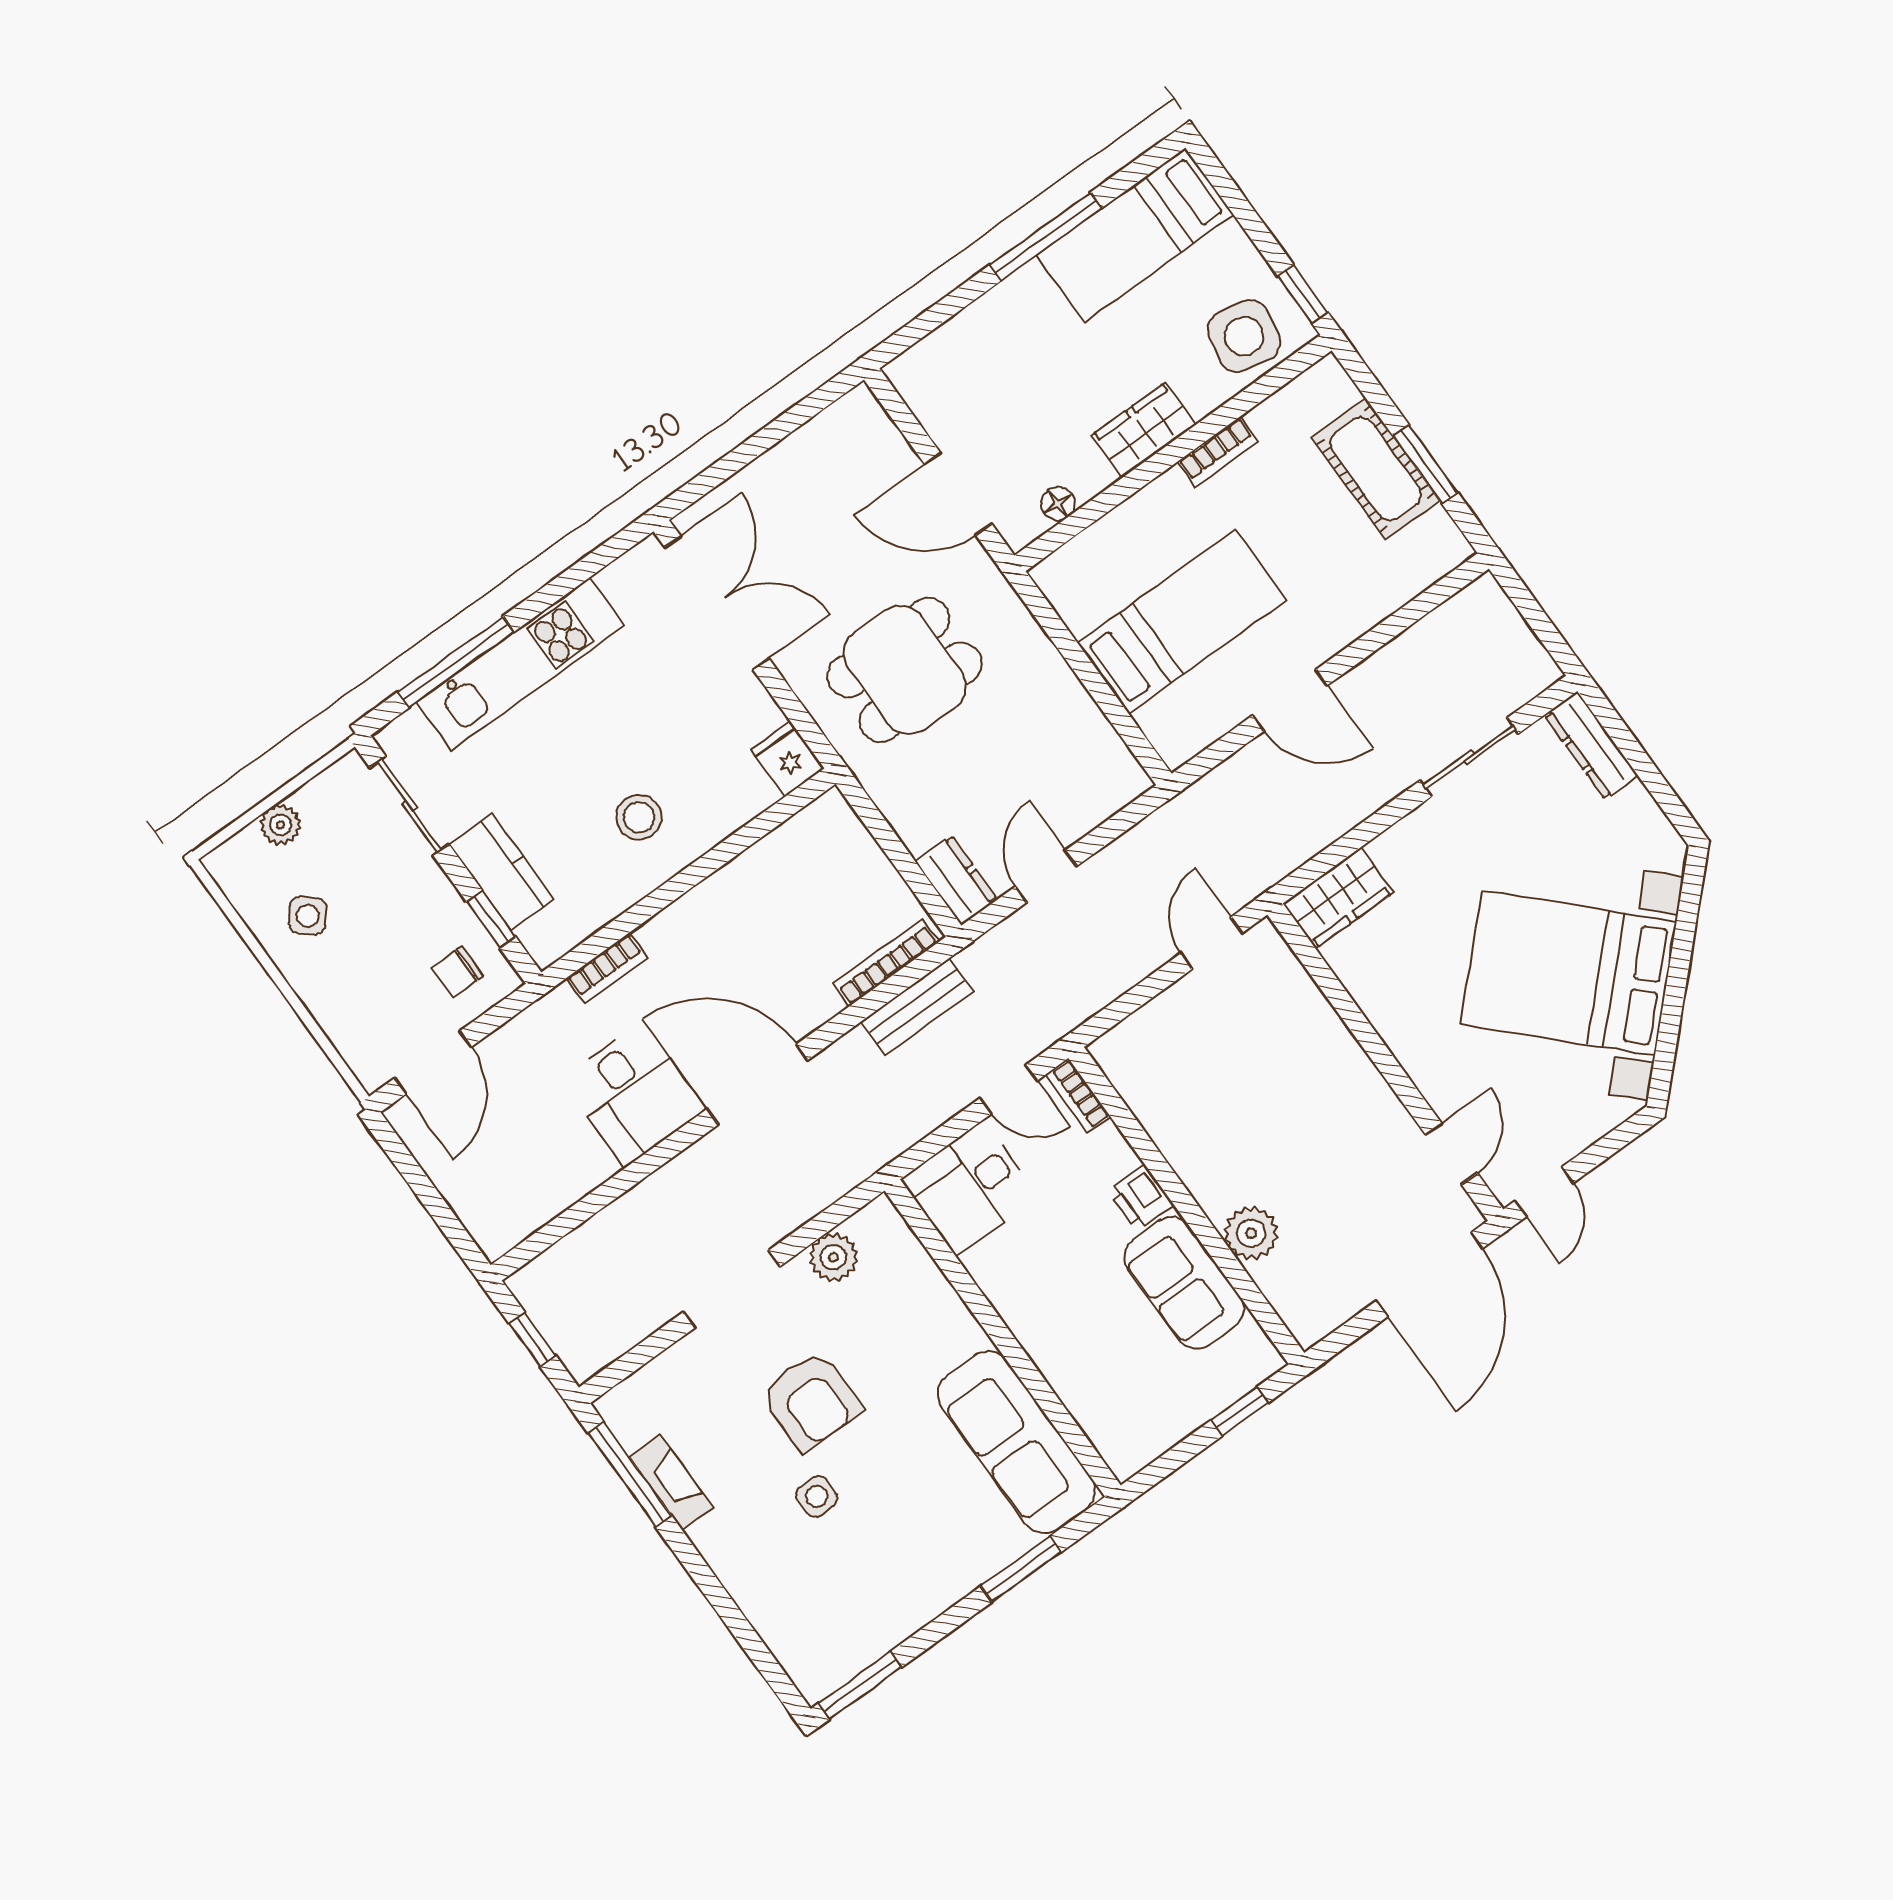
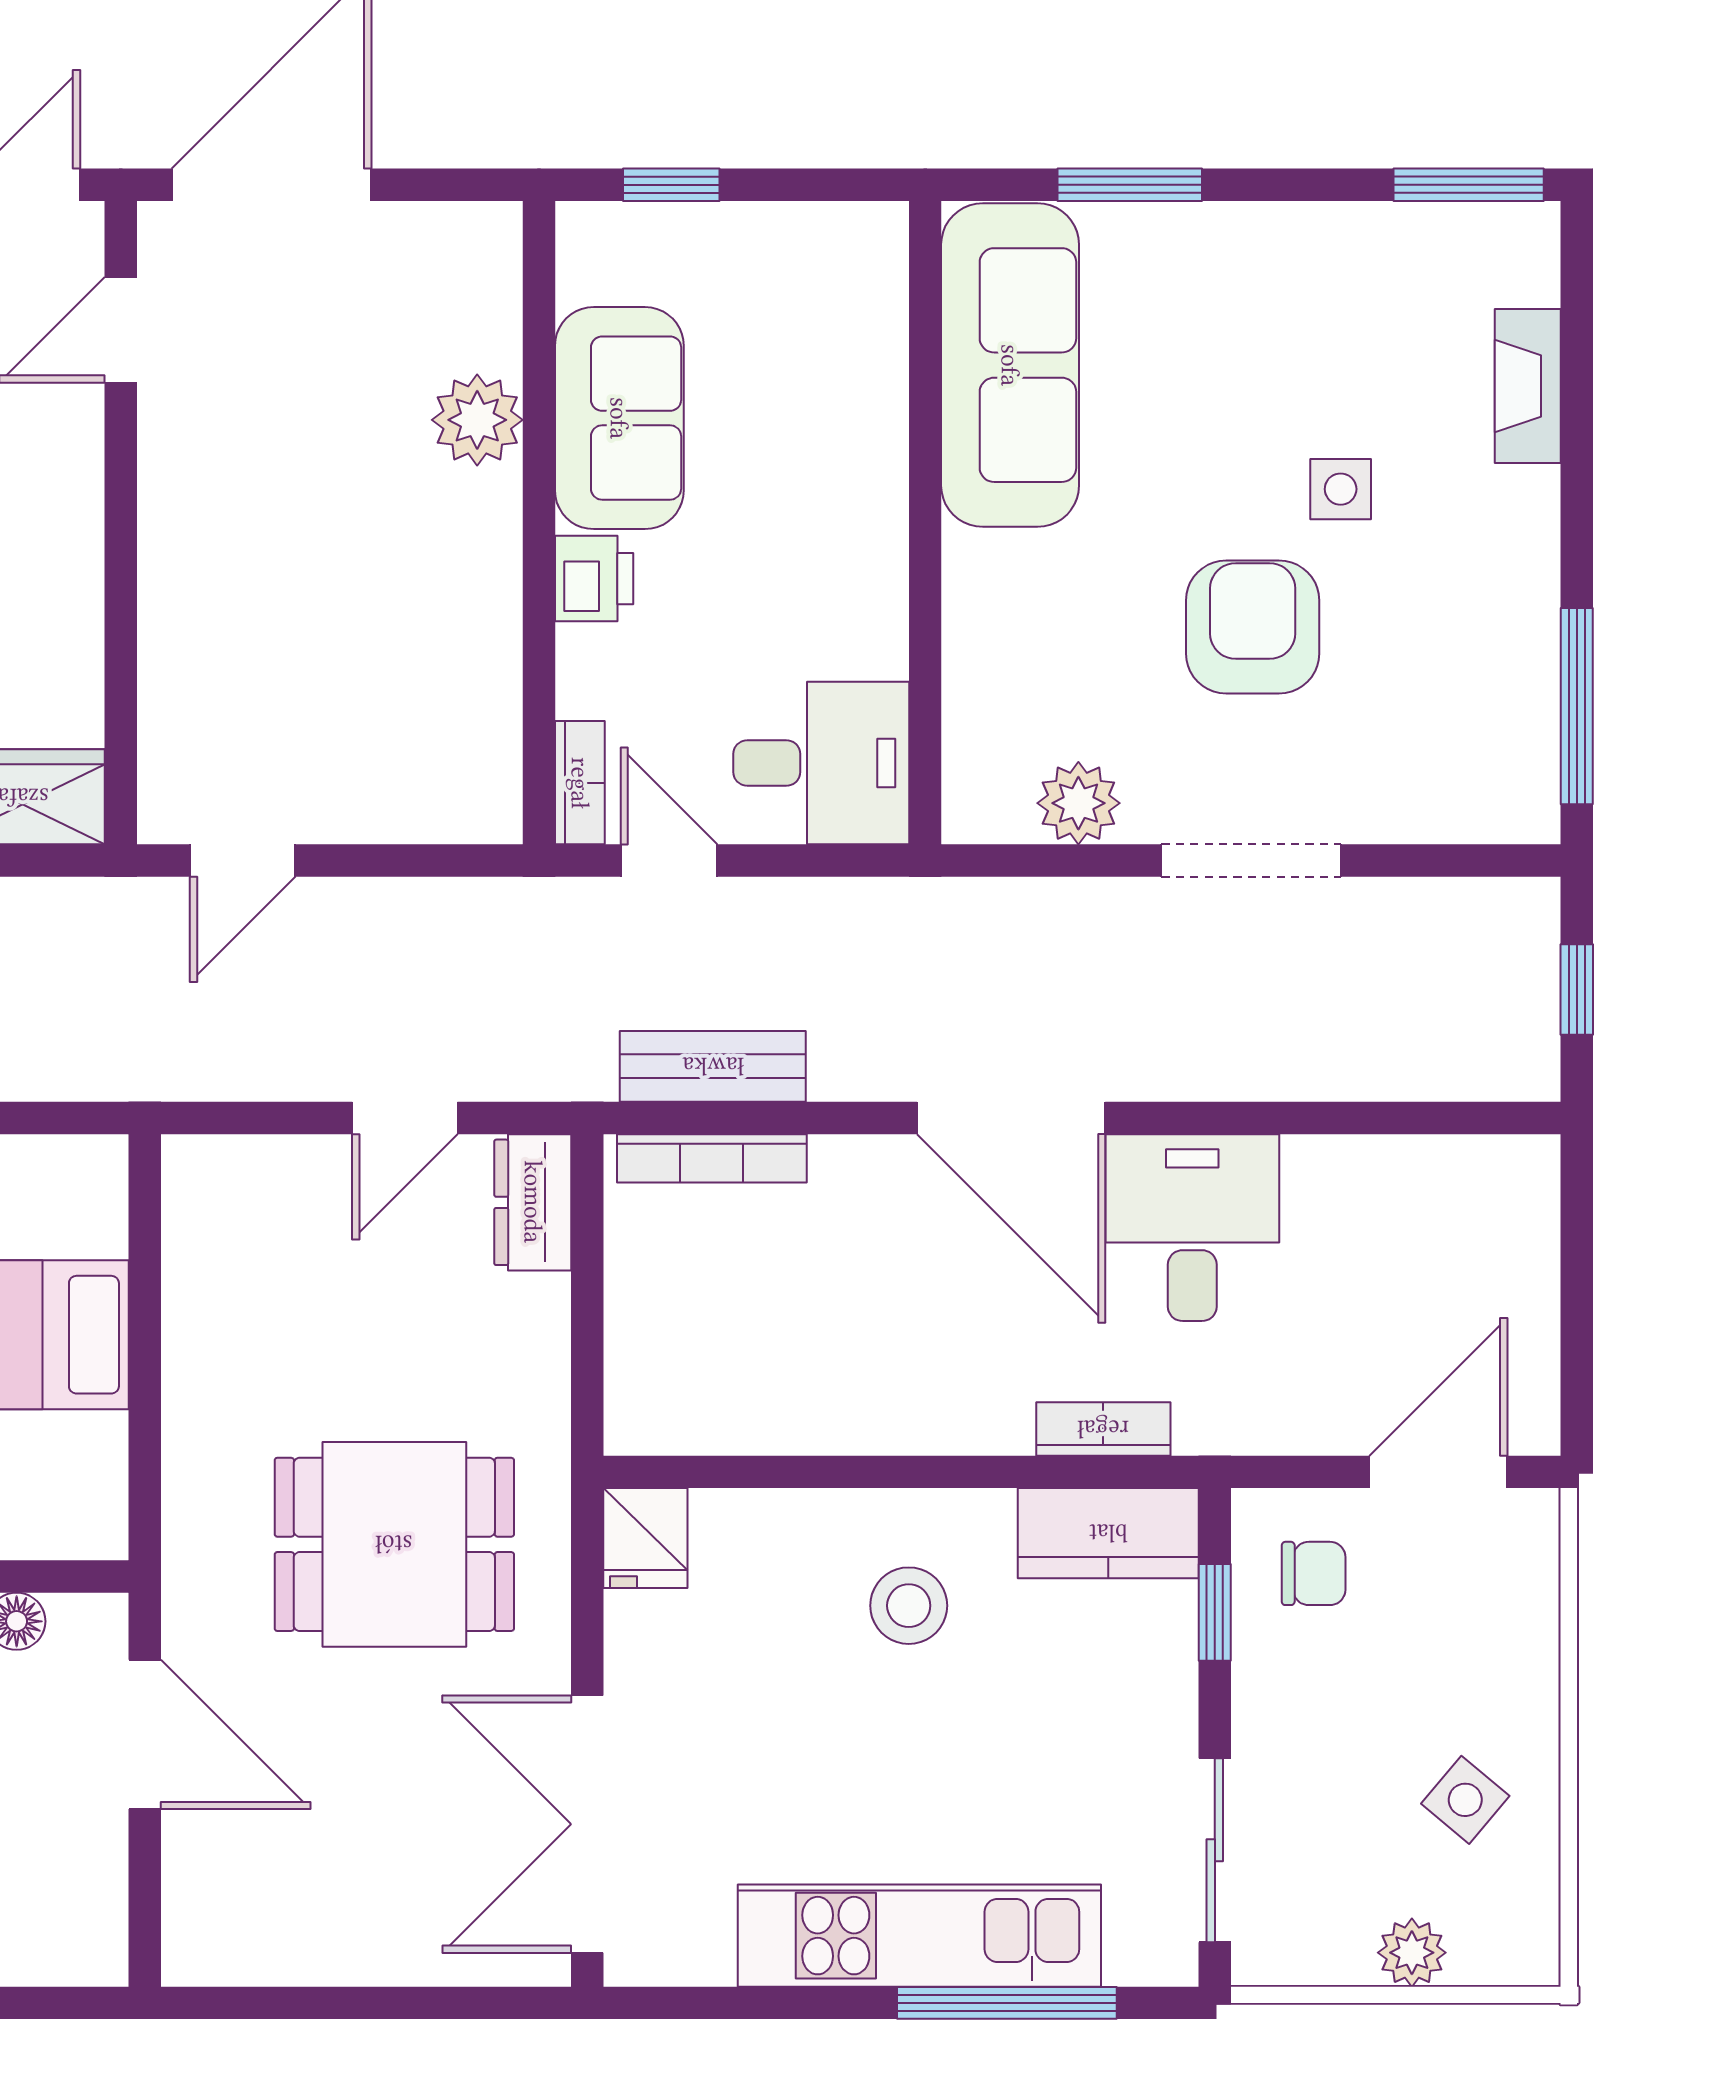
kitchen counter: (501, 872) -> (1108, 1533), moved, turned -90
fireplace: (671, 1482) -> (1528, 386), moved

